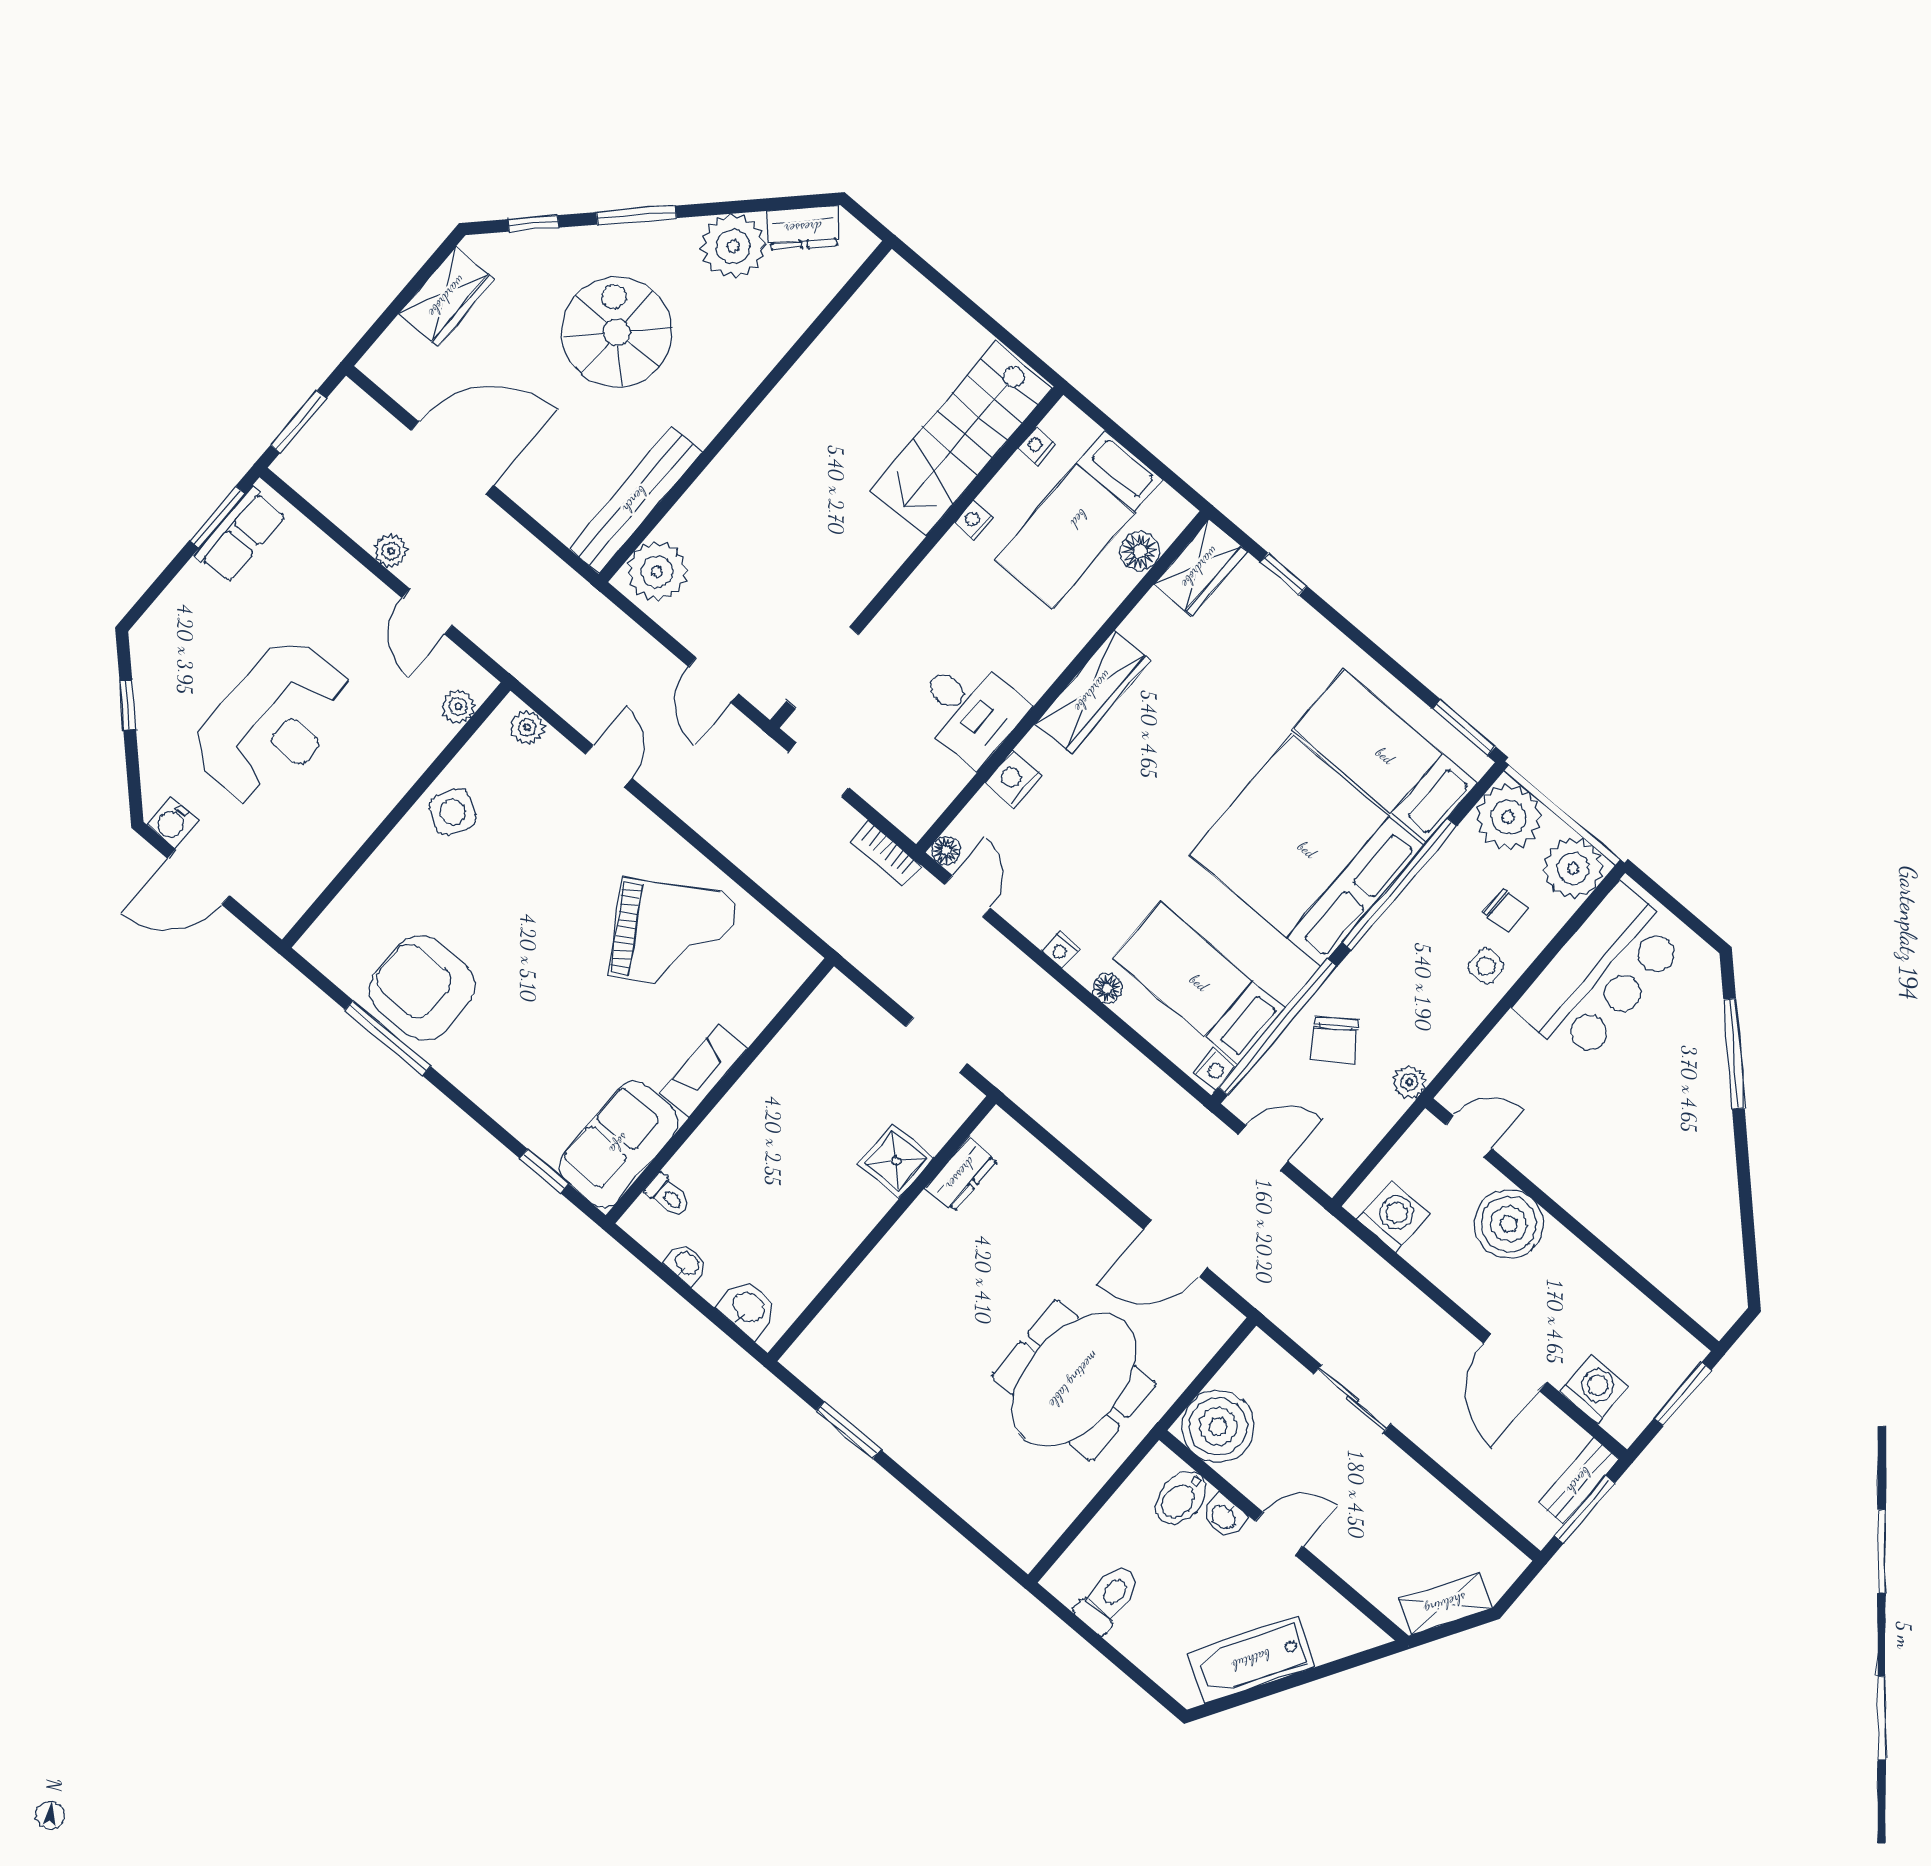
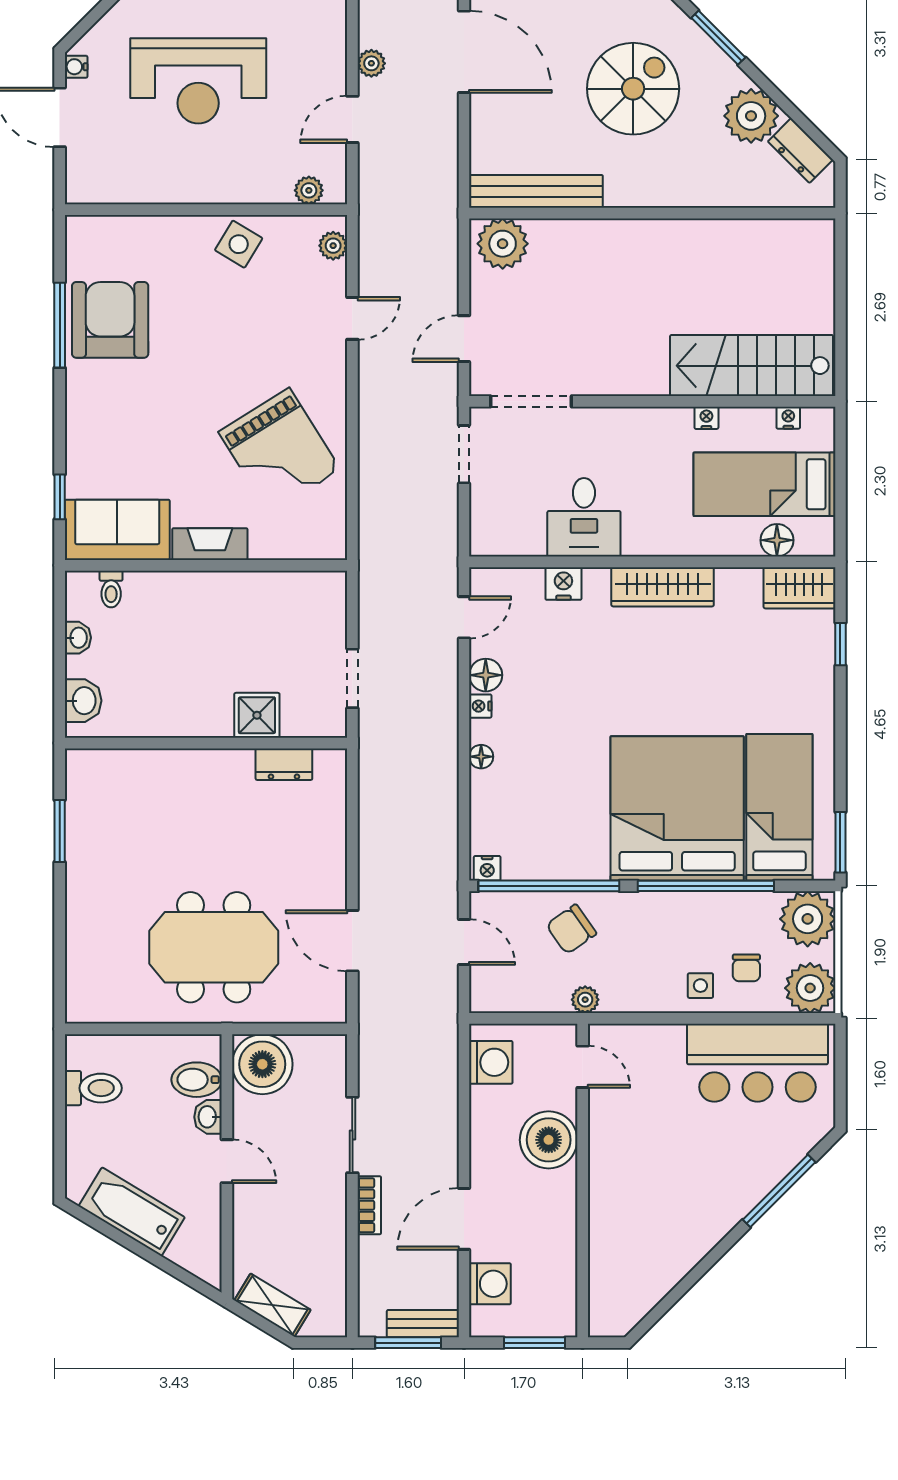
water cooler: (172, 822) -> (76, 67), width x0.72, depth x0.72
floor lamp: (946, 851) -> (486, 675), moved, width x1.37, depth x1.37
bookcase: (886, 853) -> (369, 1205), moved, turned 180
bed: (1199, 983) -> (534, 812), removed

